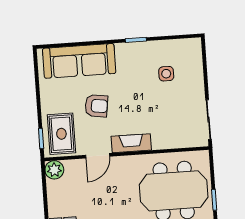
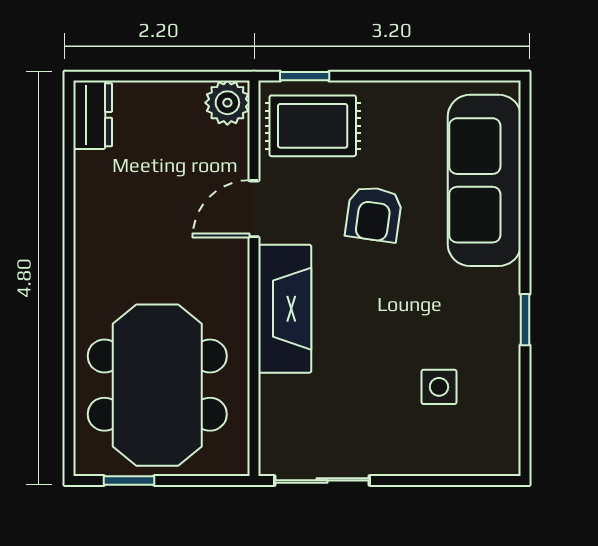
fireplace: (131, 143) -> (285, 309), width x1.37, depth x1.32
door: (98, 156) -> (254, 209), hinge flipped

